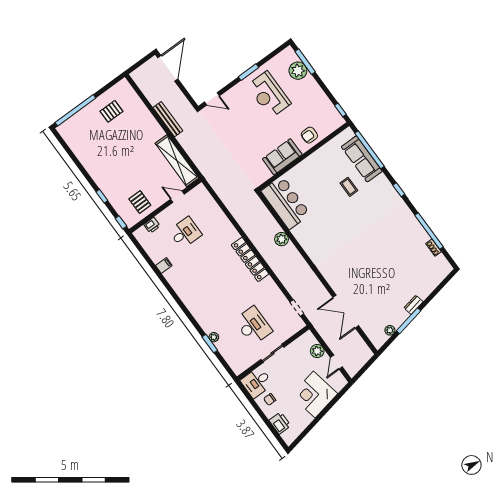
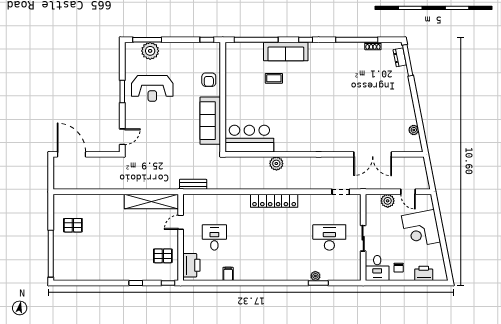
pallet: (111, 111) -> (73, 225), turned 90
bench: (168, 119) -> (193, 184), moved, width x0.73
sofa: (282, 157) -> (210, 121), width x1.36
sofa: (362, 159) -> (286, 51), moved
printer: (152, 225) -> (191, 265), width x1.87, depth x1.48
dresser: (413, 305) -> (400, 57), moved
window: (409, 321) -> (408, 60), moved

